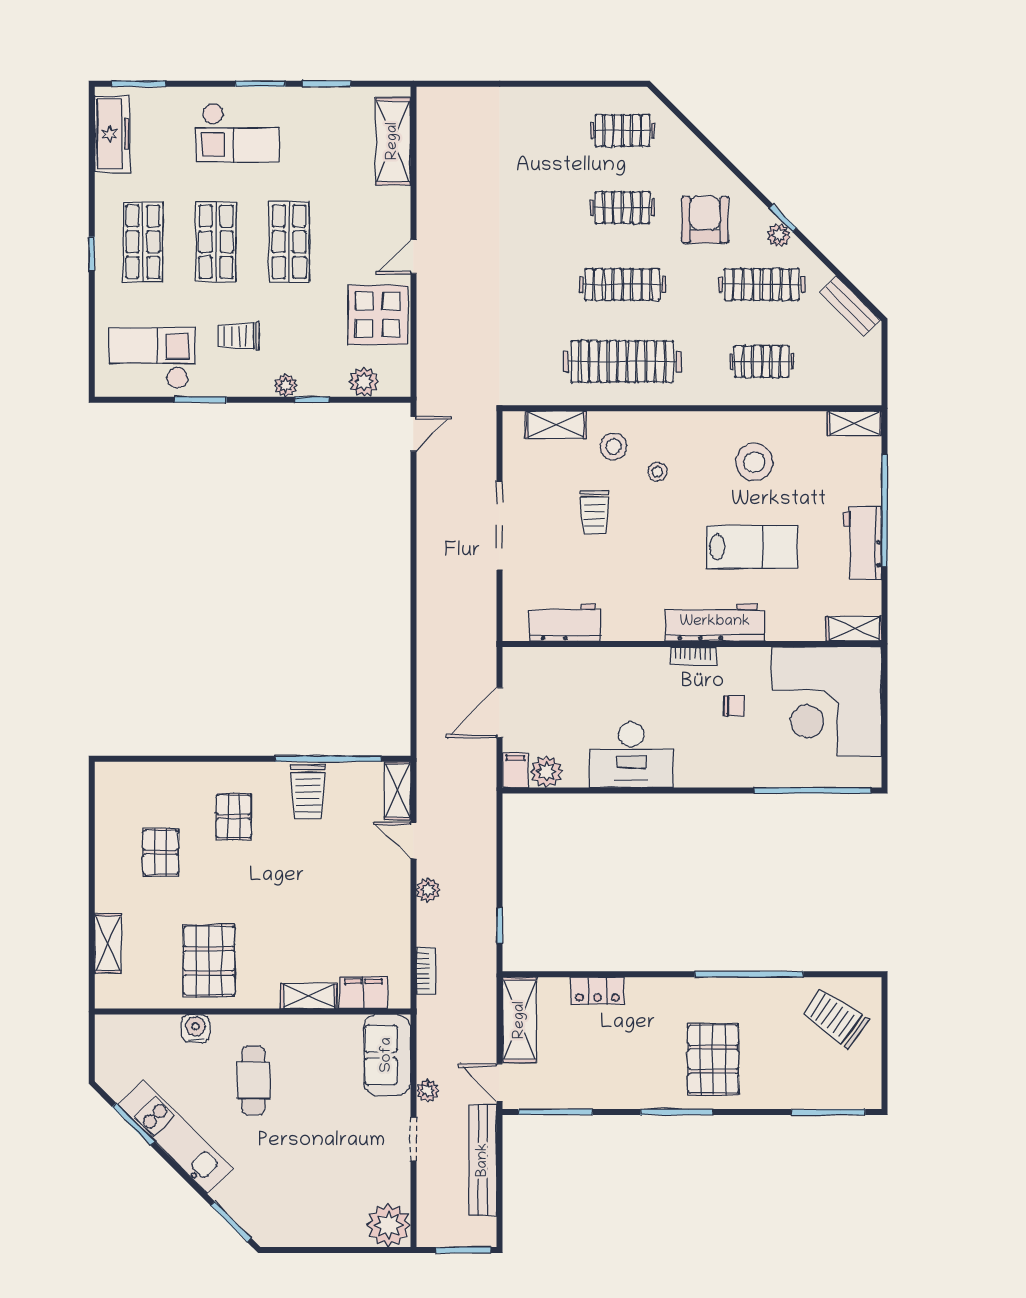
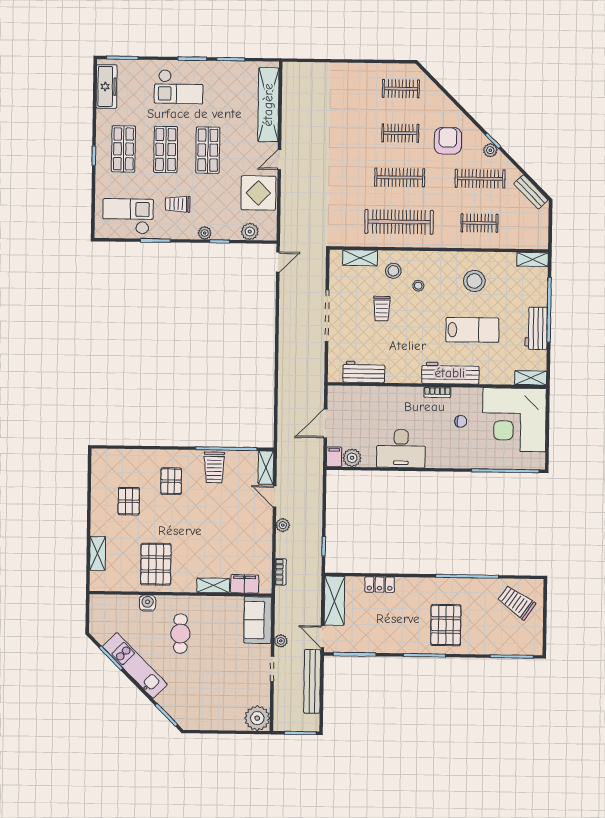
shelving: (393, 141) -> (268, 105), width x1.47

